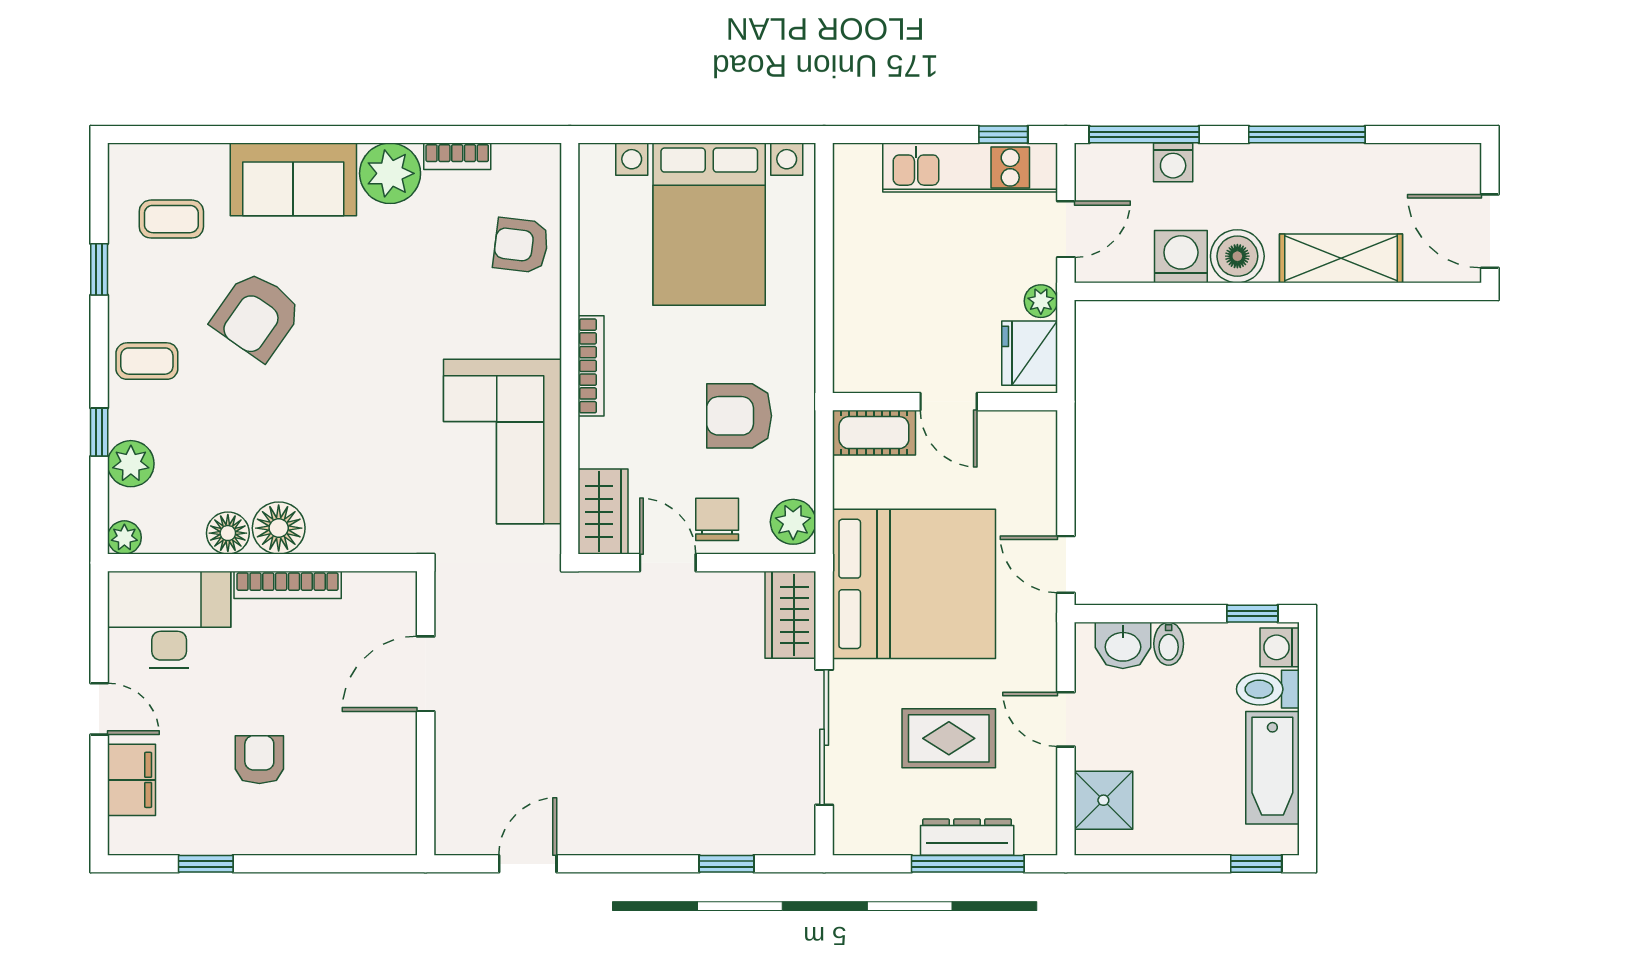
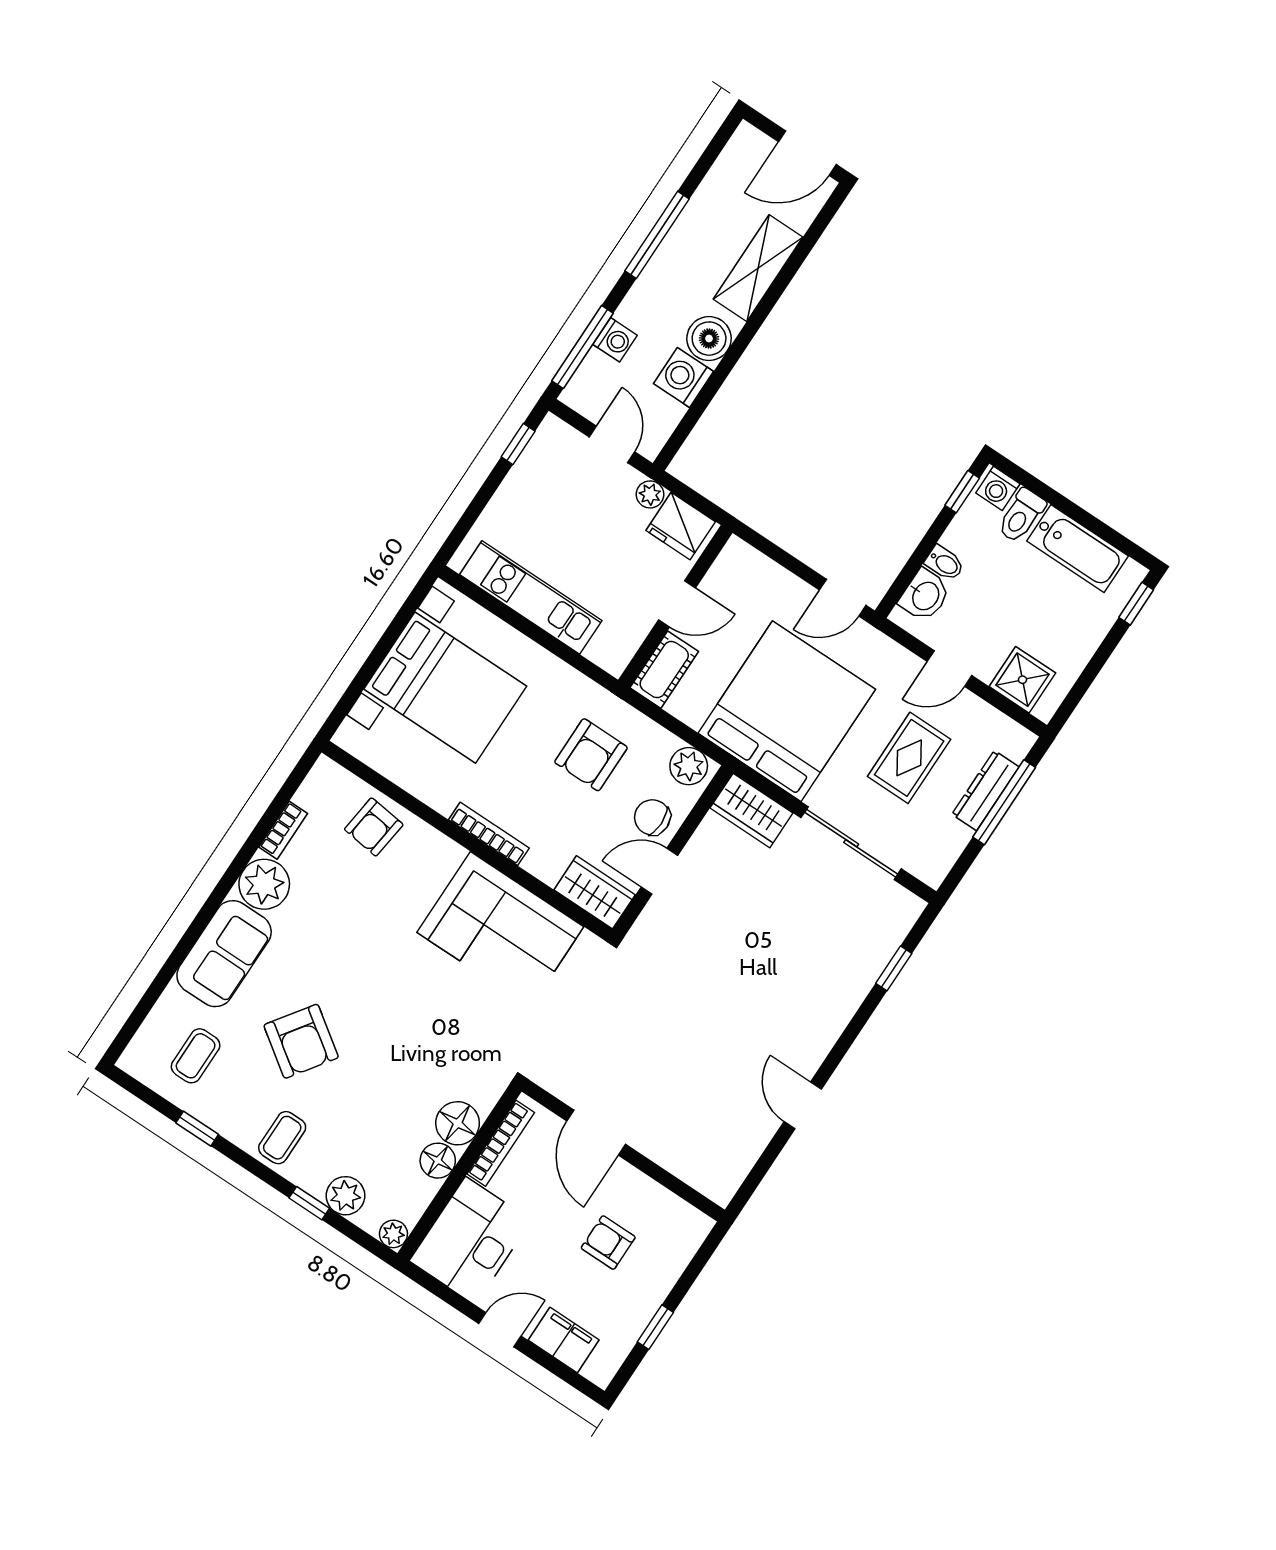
kitchen unit: (970, 168) -> (531, 598), moved, turned -90
door: (426, 674) -> (596, 1133), moved
wall: (426, 713) -> (623, 1151), moved

